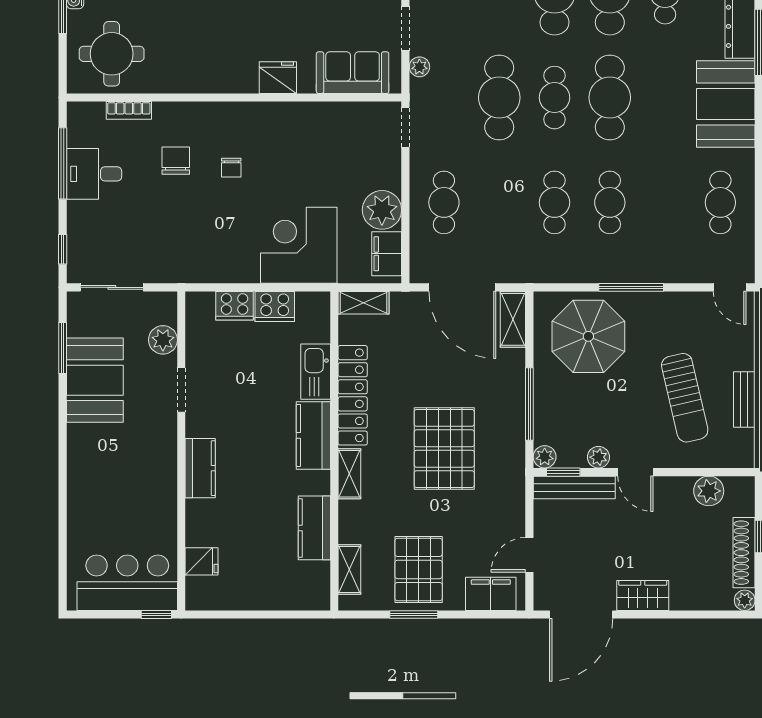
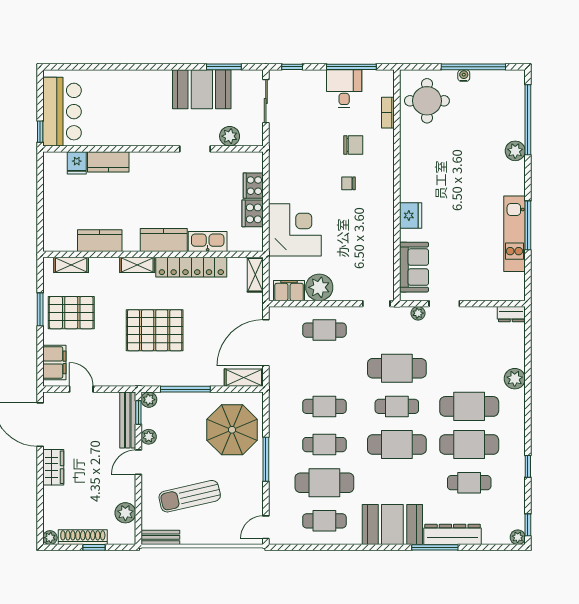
cafe table: (665, 202) -> (324, 483), added
bench: (744, 399) -> (160, 537), moved
kitchen counter: (200, 468) -> (108, 162), moved

